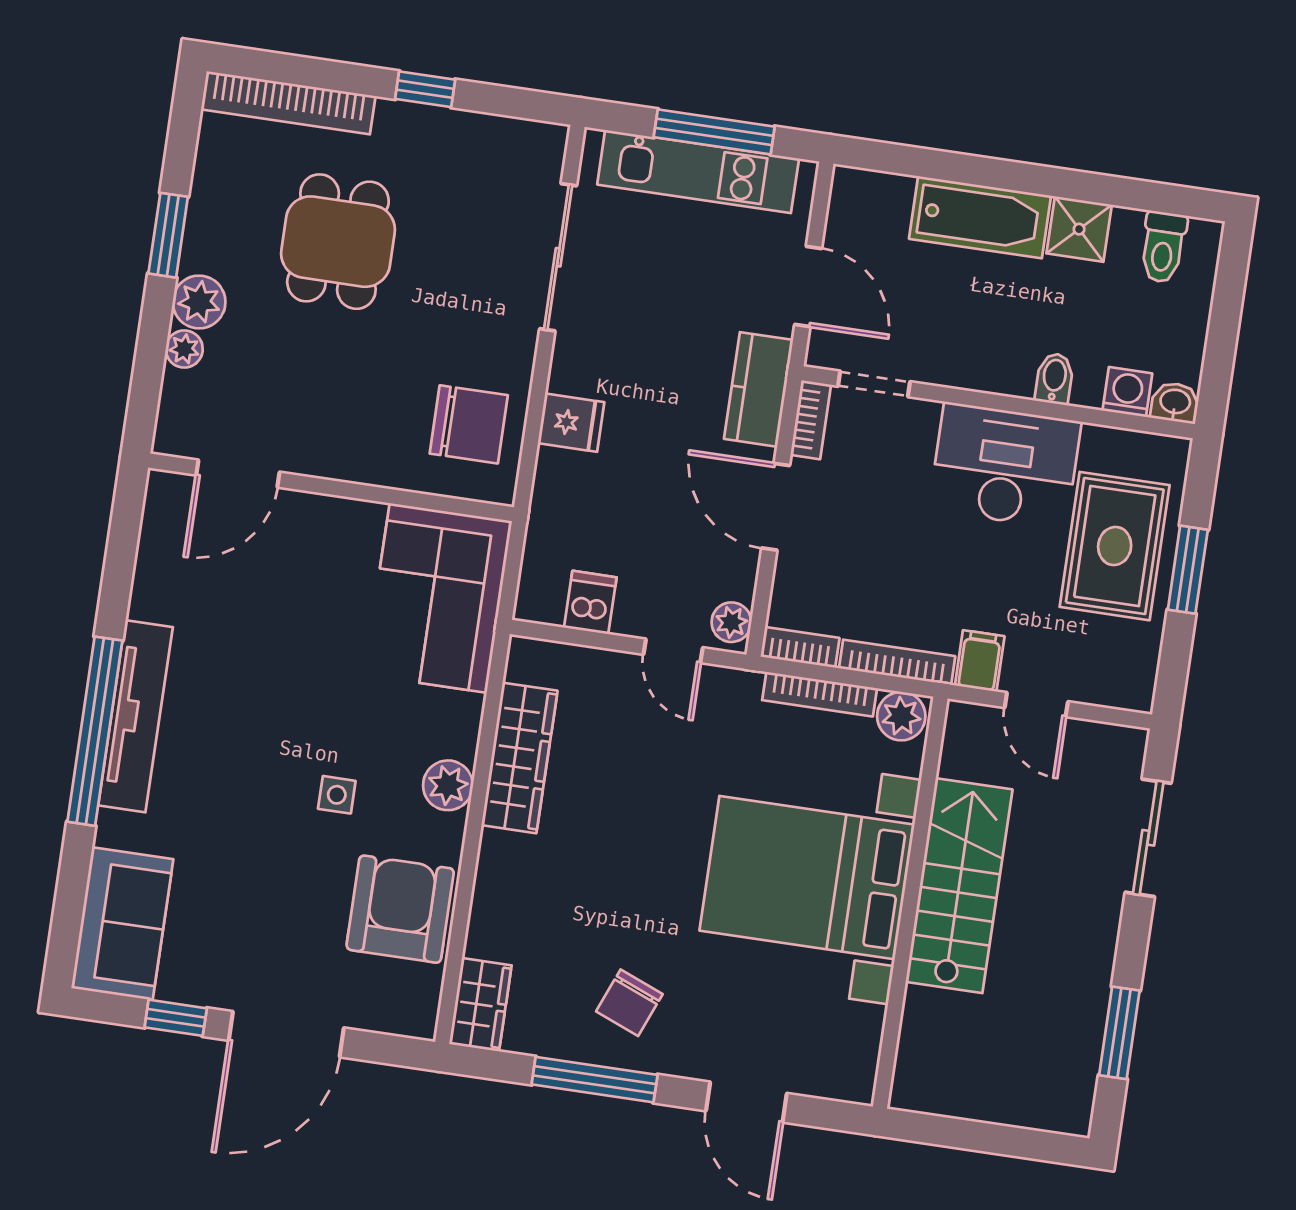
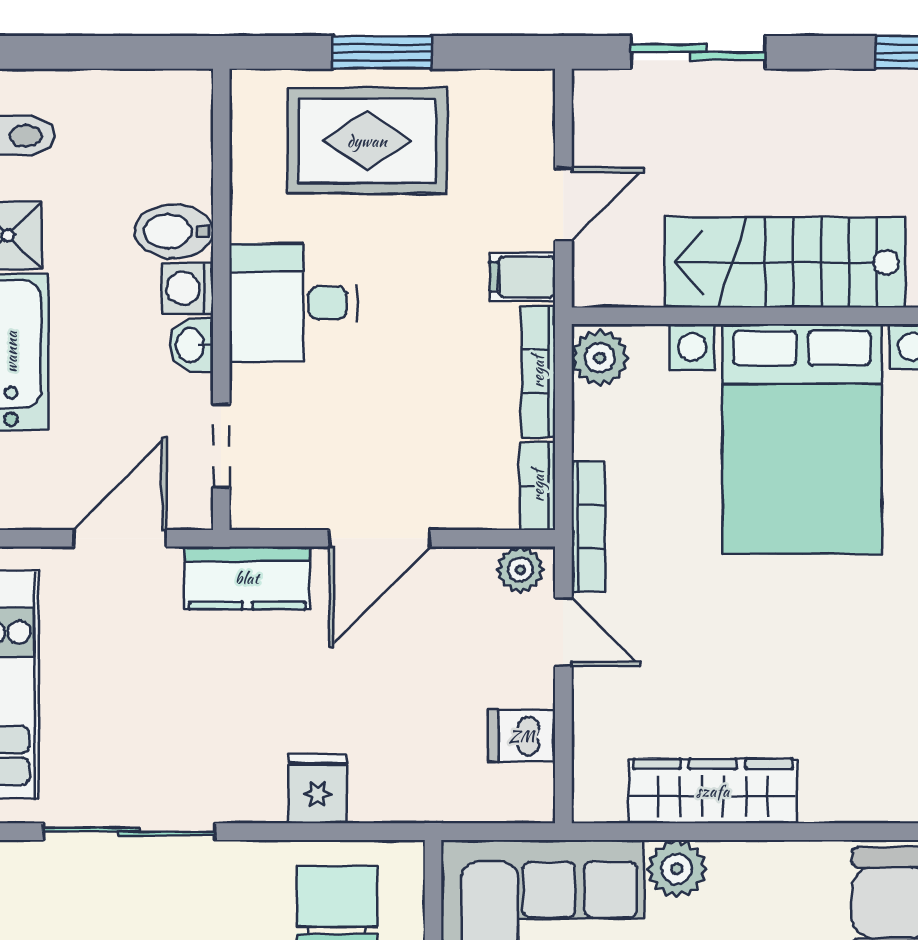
bidet: (1054, 379) -> (174, 231), width x1.38, depth x1.36
washing machine: (1127, 392) -> (187, 288), moved
washbasin: (1175, 403) -> (191, 345), moved
bookcase: (811, 420) -> (273, 513), removed
desk: (1005, 466) -> (293, 303), width x0.73
door: (673, 651) -> (563, 632), hinge flipped
bookcase: (820, 694) -> (588, 527), moved
plant: (448, 785) -> (677, 869), moved

